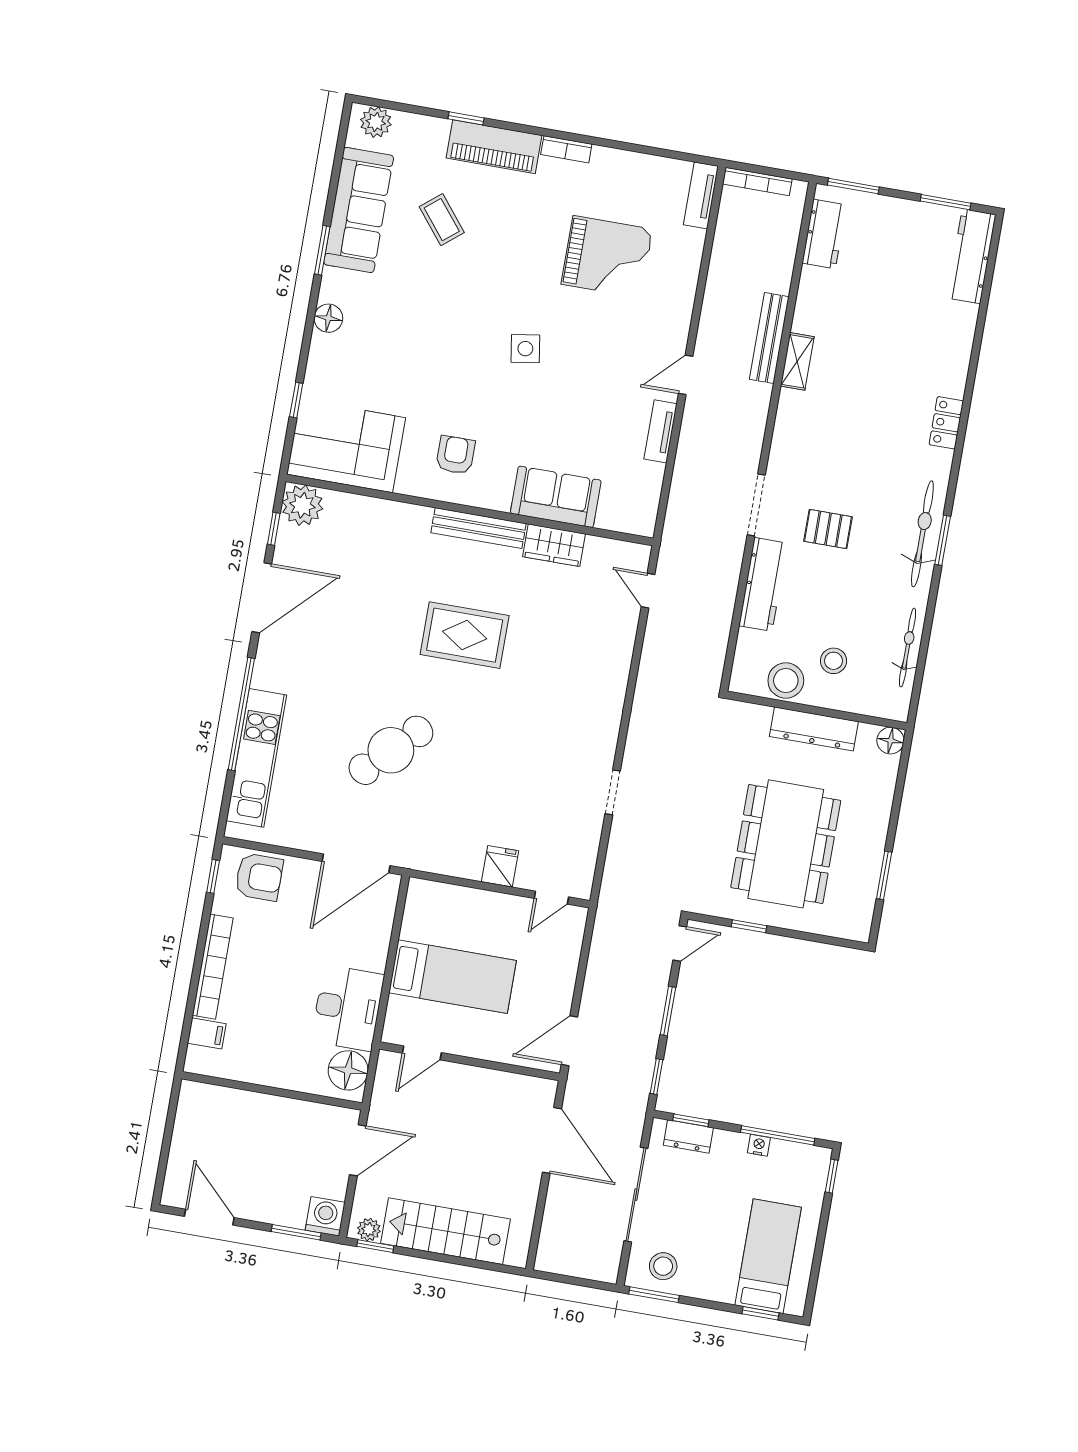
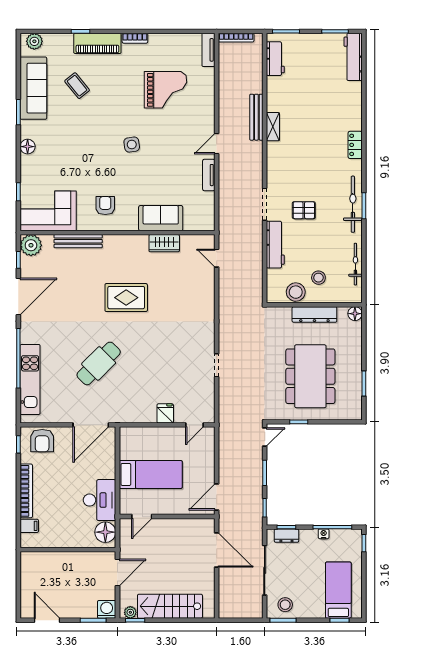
bench: (478, 528) -> (78, 241), moved
armchair: (259, 877) -> (42, 441), turned 90

